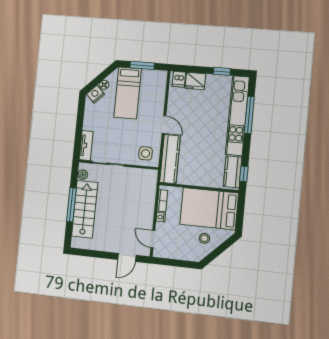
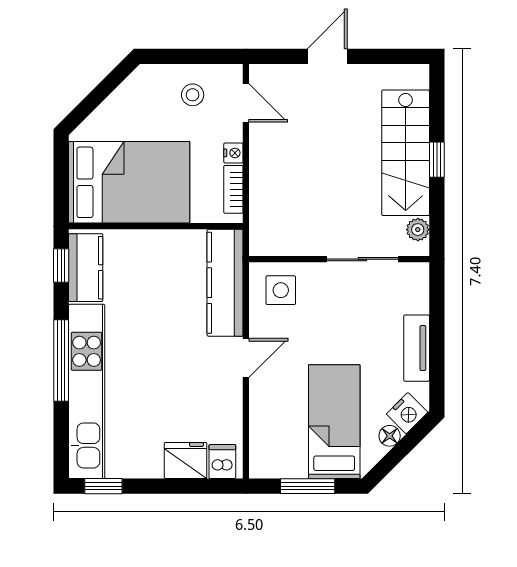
window: (222, 71) -> (103, 486), moved
window: (249, 115) -> (61, 360), moved
door: (164, 125) -> (246, 358), swing flipped
tv unit: (86, 146) -> (417, 348), moved
window: (71, 205) -> (437, 160), width x0.46
stool: (204, 238) -> (193, 95), moved
door: (127, 257) -> (327, 56), moved

